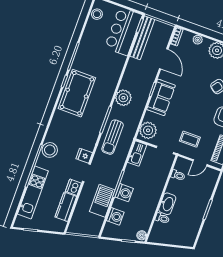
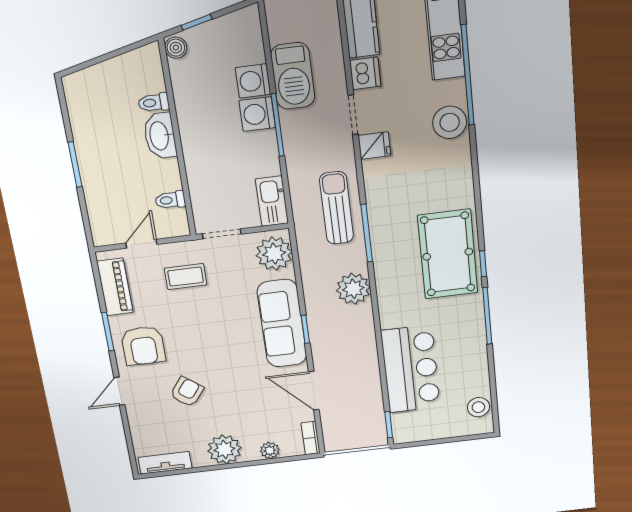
bar counter: (123, 31) -> (411, 369), moved
bench: (142, 38) -> (373, 407), removed
sofa: (161, 97) -> (282, 323), width x1.36
washing machine: (115, 216) -> (253, 81), moved

